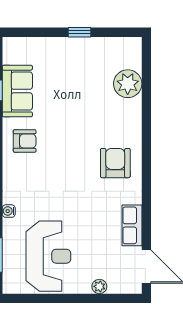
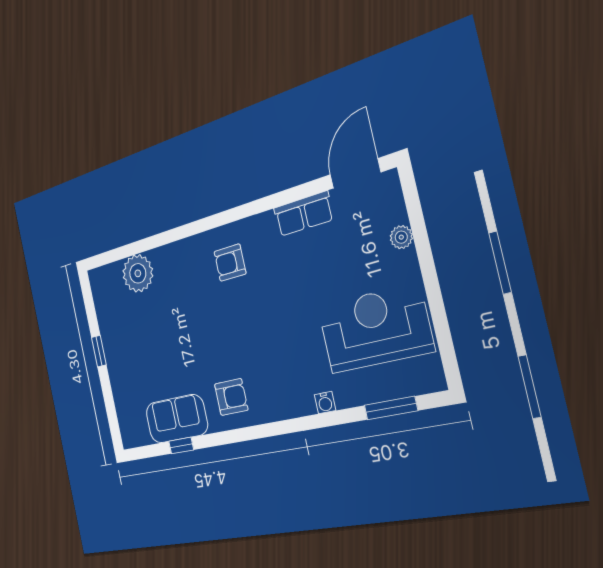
armchair: (25, 141) -> (231, 397), turned 90
armchair: (115, 163) -> (230, 263), width x0.72, depth x0.72

